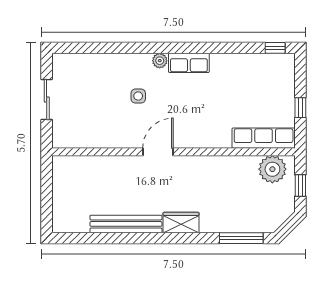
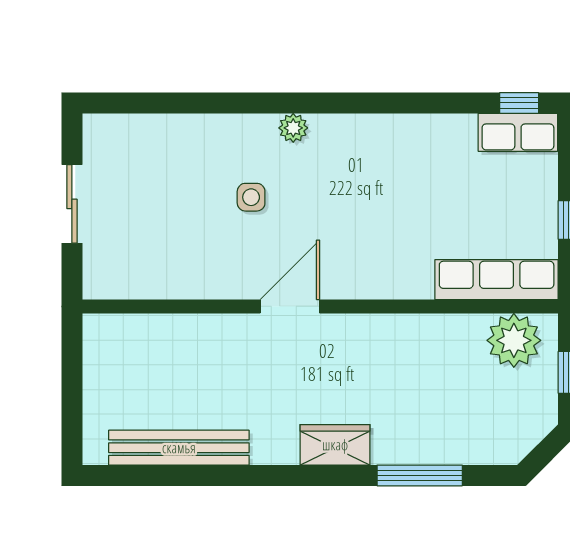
row of seats: (189, 63) -> (518, 132), moved
bench: (126, 224) -> (179, 448), moved
window: (241, 238) -> (420, 475), moved

